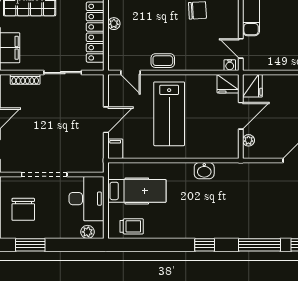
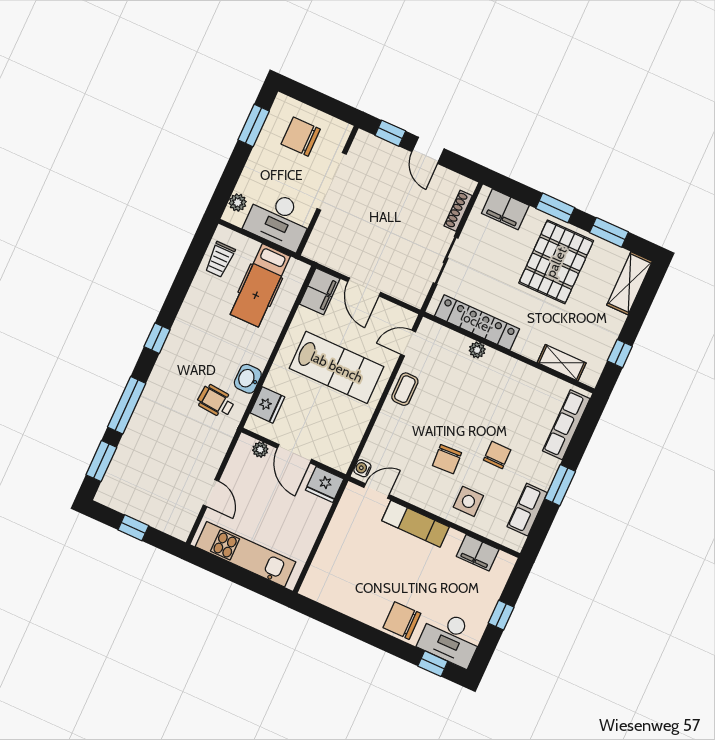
fridge: (228, 84) -> (267, 405), moved, turned 180
lab bench: (169, 114) -> (337, 367), turned 180
filing cabinet: (115, 149) -> (320, 291), width x2.00
wheelchair: (229, 185) -> (216, 401), added

